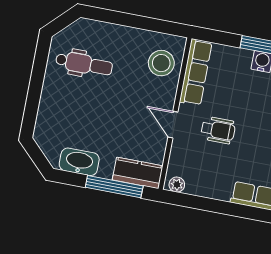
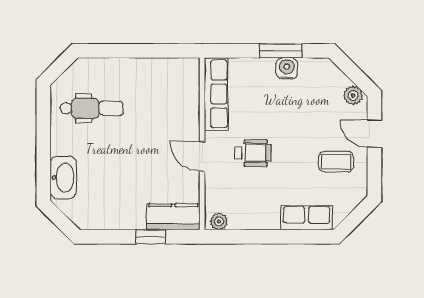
stool: (161, 63) -> (176, 91), removed
washbasin: (79, 162) -> (63, 178), moved, turned 90
window: (114, 187) -> (151, 237), width x0.46

